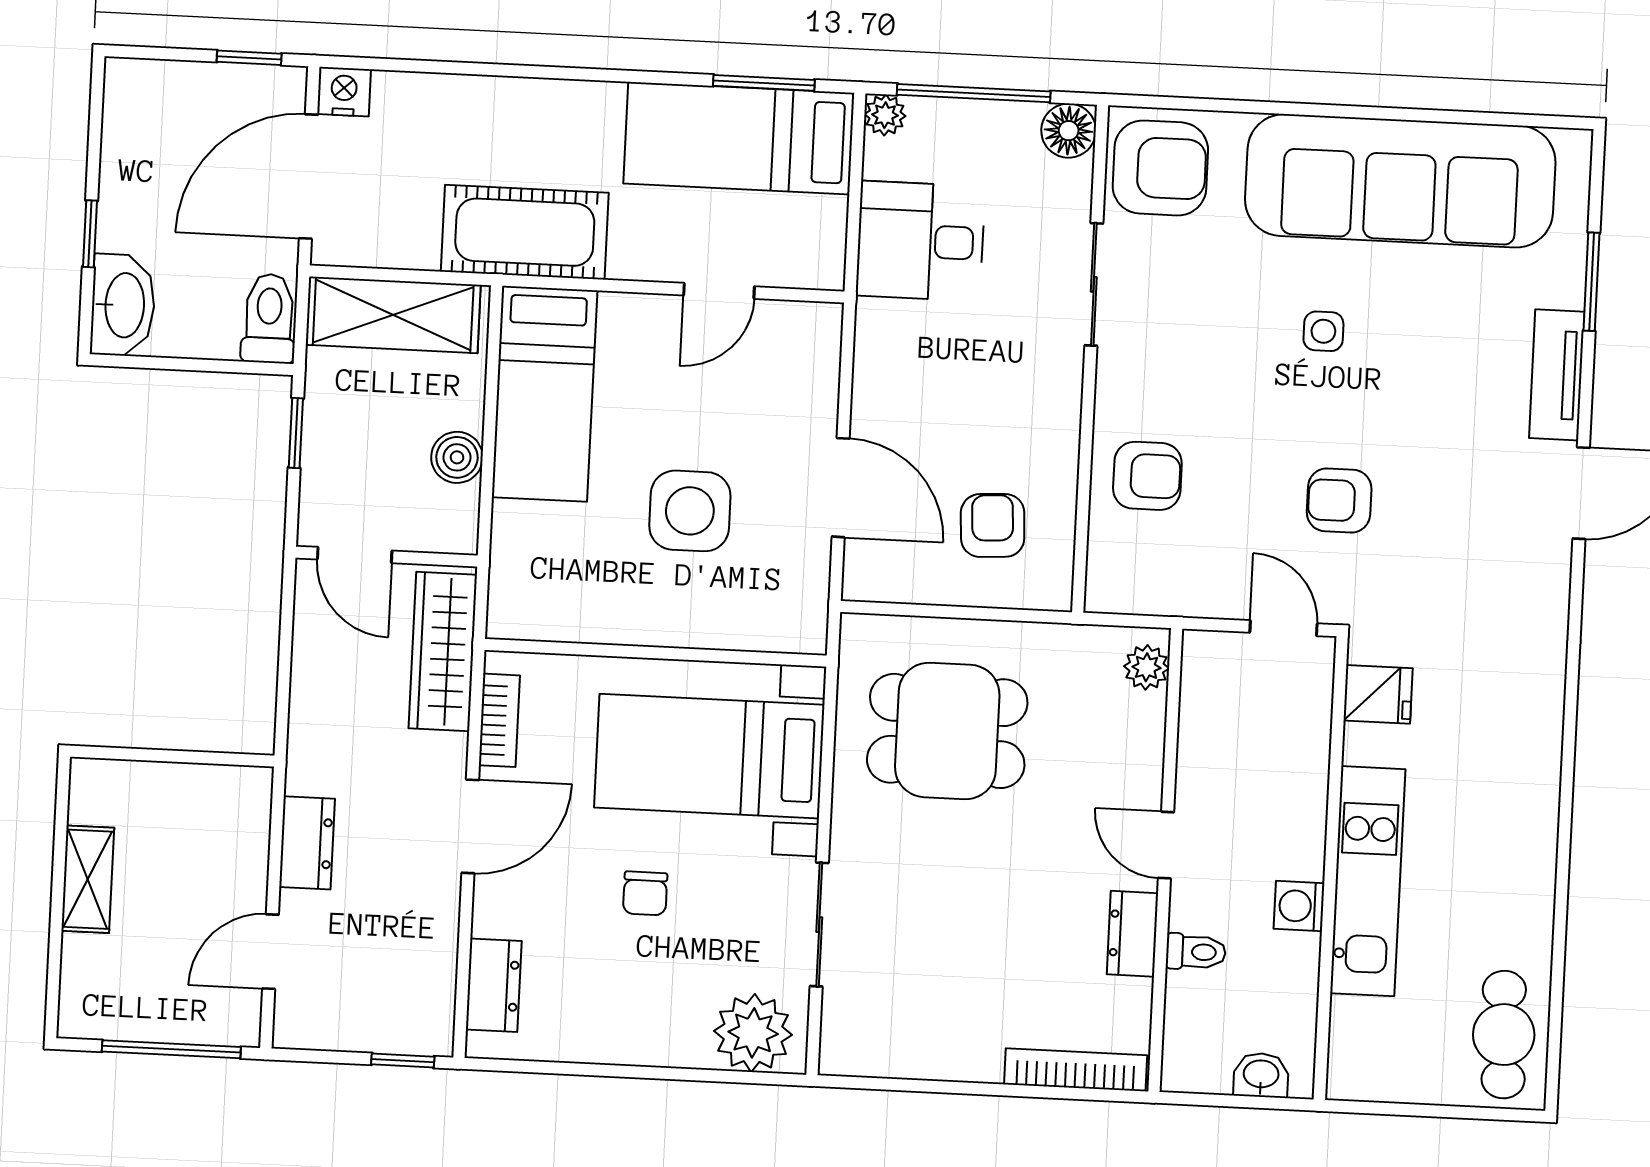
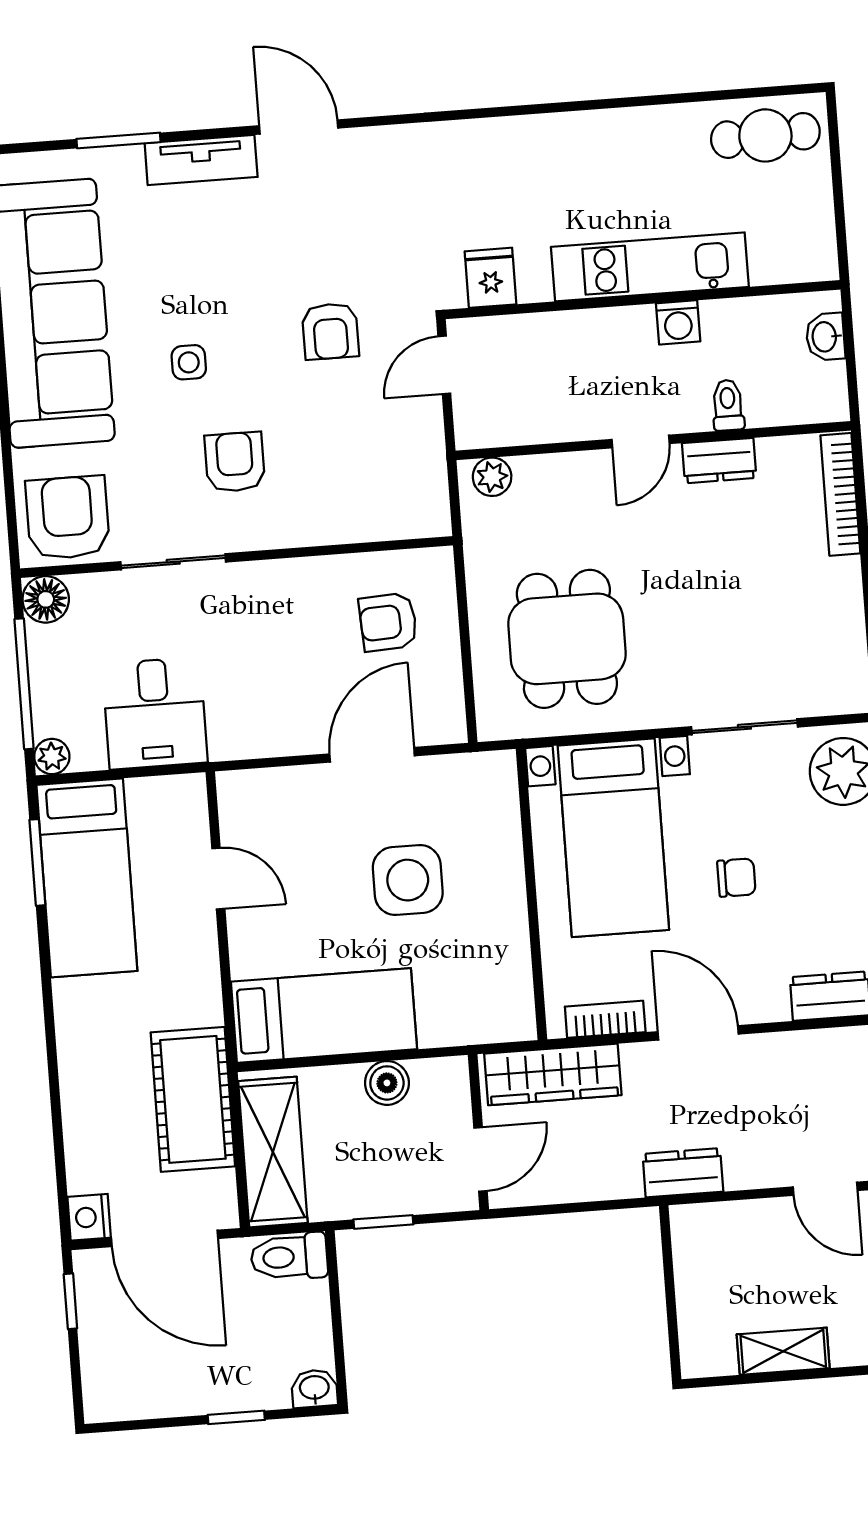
cot: (525, 232) -> (193, 1099), moved
washbasin: (123, 305) -> (314, 1388), width x0.52, depth x0.69
armchair: (1147, 476) -> (235, 462), moved
dresser: (307, 843) -> (683, 1173), moved

